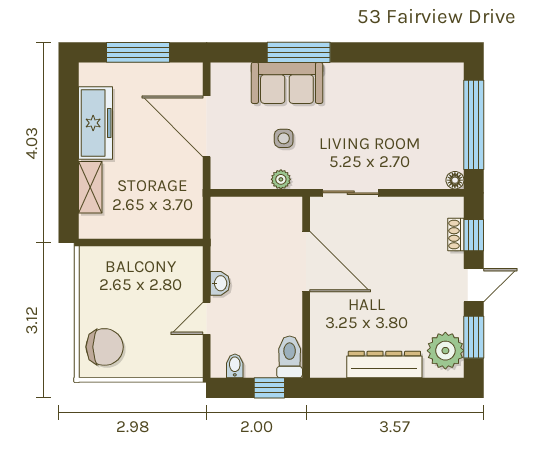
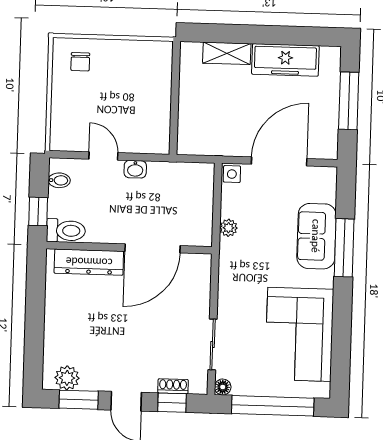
corner sofa: (395, 98) -> (299, 334), added
side table: (284, 138) -> (232, 174), moved
sliding door: (351, 193) -> (213, 345), moved
chair: (105, 347) -> (80, 62), width x0.54, depth x0.54
plant: (445, 351) -> (67, 378), width x0.73, depth x0.73
dresser: (384, 365) -> (89, 262), moved, turned 90

